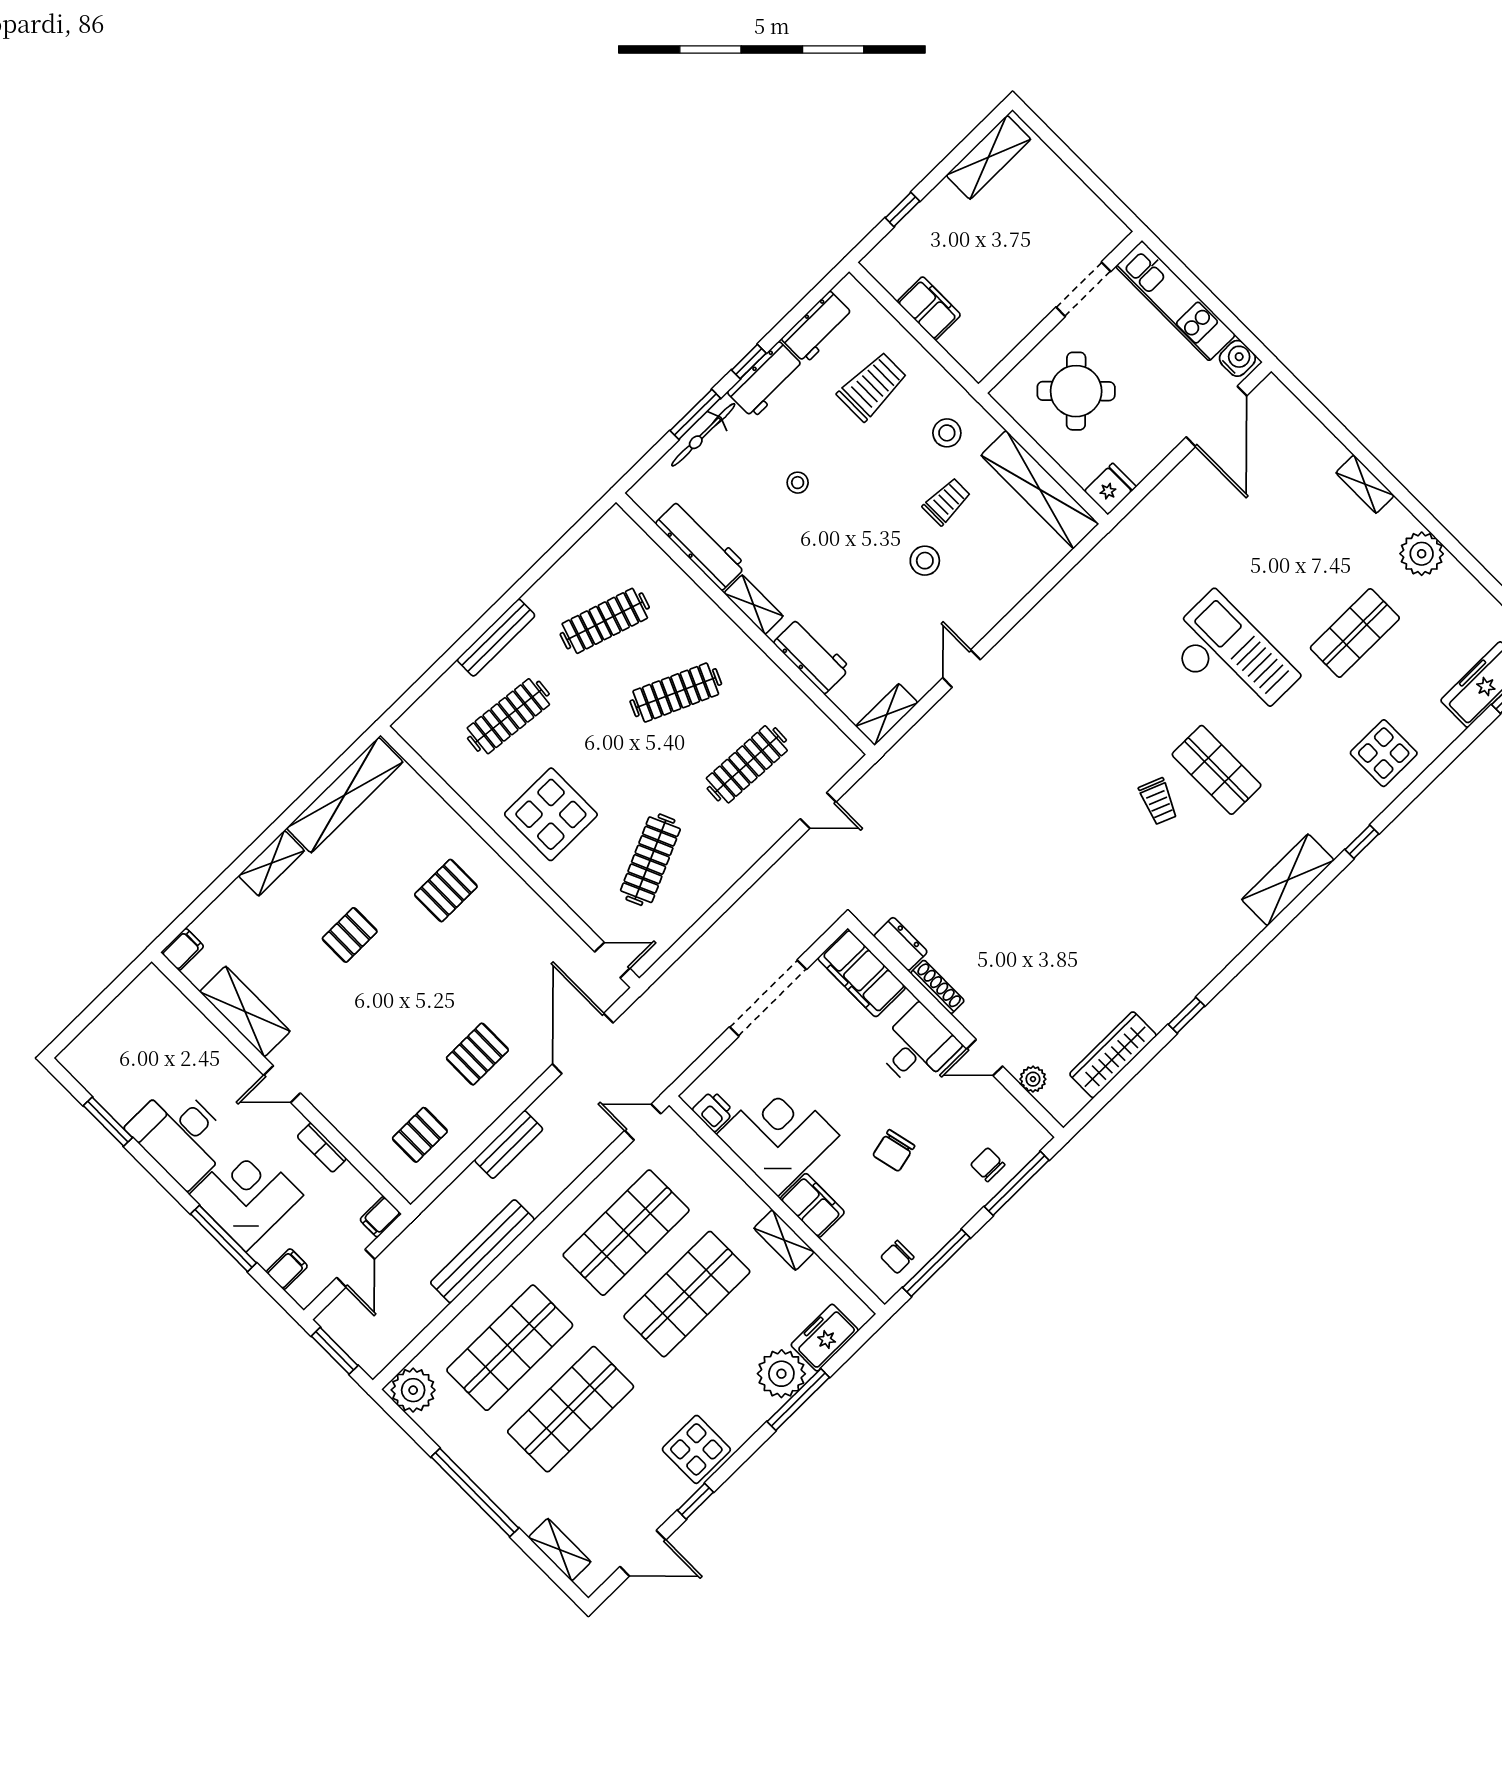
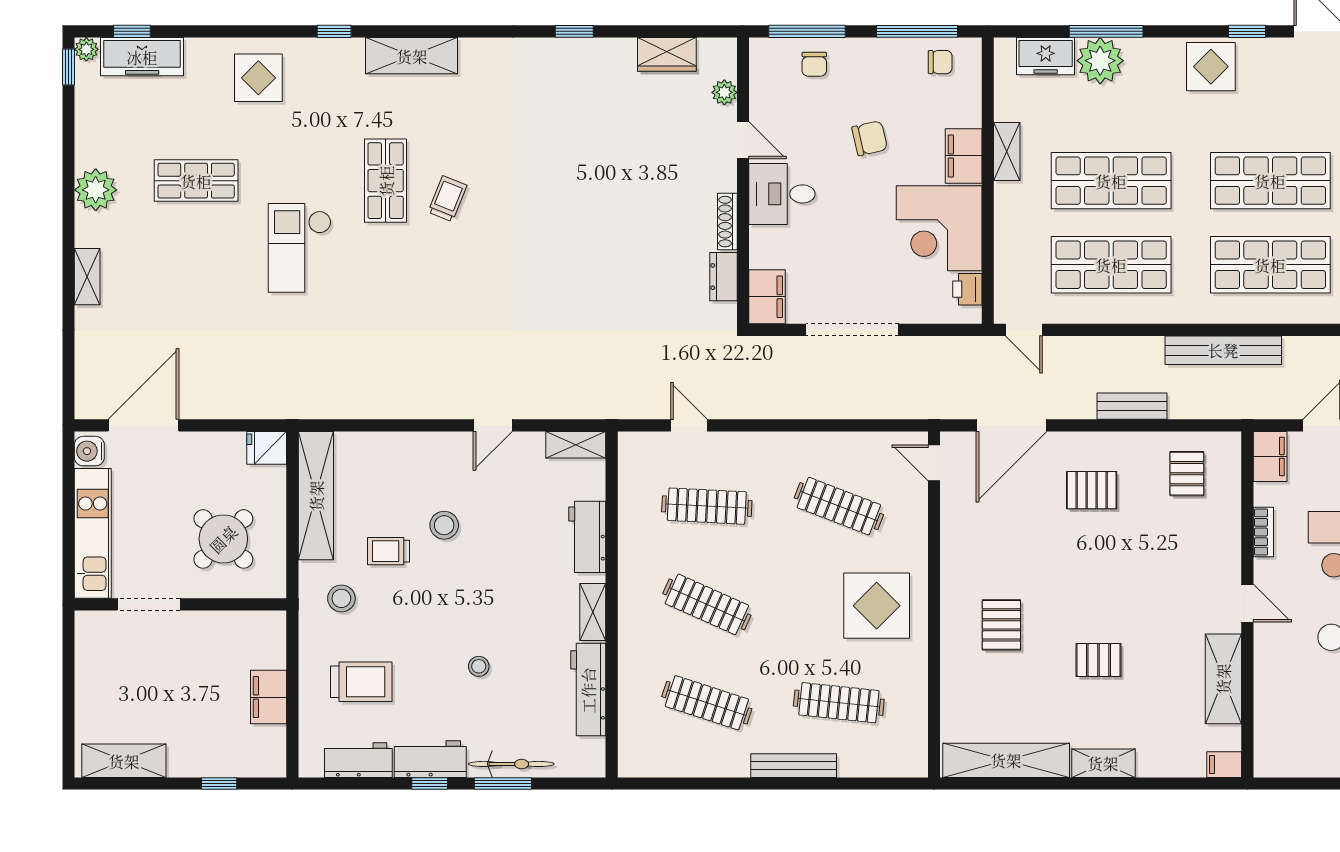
trolley: (872, 386) -> (361, 682), turned 180
checkout: (1231, 659) -> (300, 248), width x0.73, depth x0.83
clothes rail: (650, 860) -> (839, 506), turned 45
pallet: (446, 891) -> (1001, 625), turned 90
filing cabinet: (862, 973) -> (767, 297), width x0.67, depth x0.86
wardrobe: (1113, 1055) -> (667, 54), width x0.67
pallet: (420, 1135) -> (1187, 474), turned 90
filing cabinet: (381, 1217) -> (1270, 456), width x2.00

